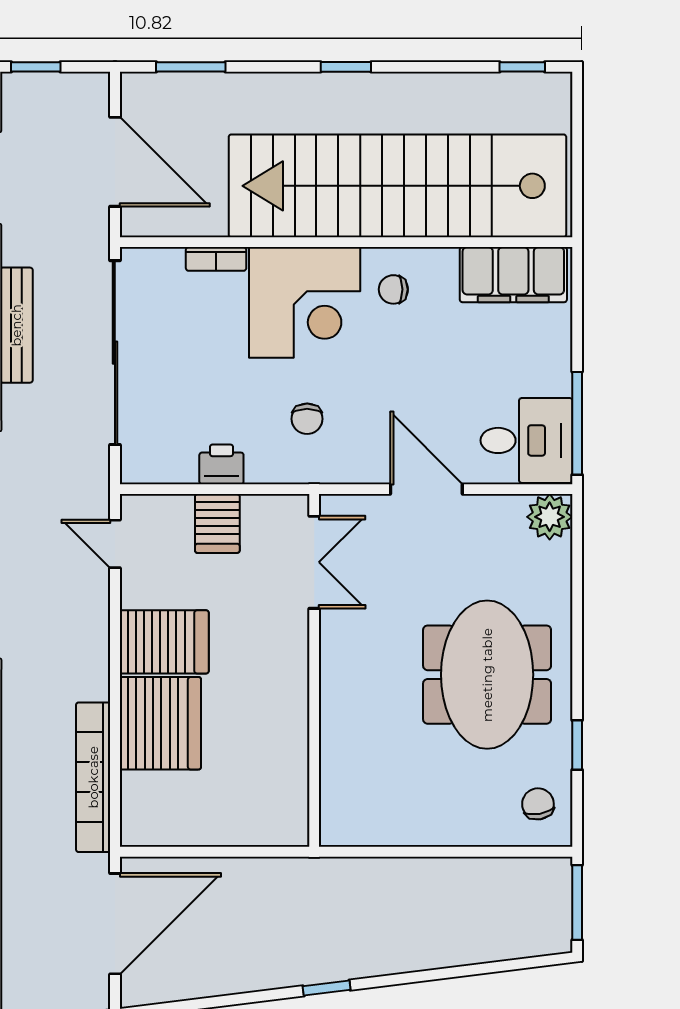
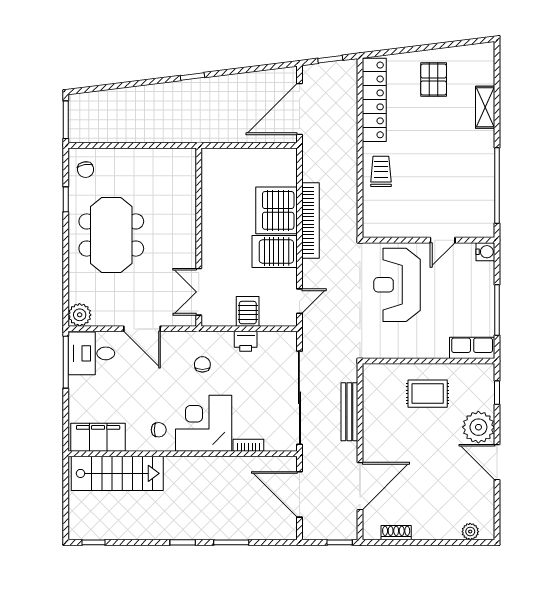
window: (191, 67) -> (231, 542), moved
stairs: (397, 186) -> (117, 473), width x0.54, depth x0.66
door: (115, 544) -> (299, 301), hinge flipped
bookcase: (93, 777) -> (311, 220), moved

